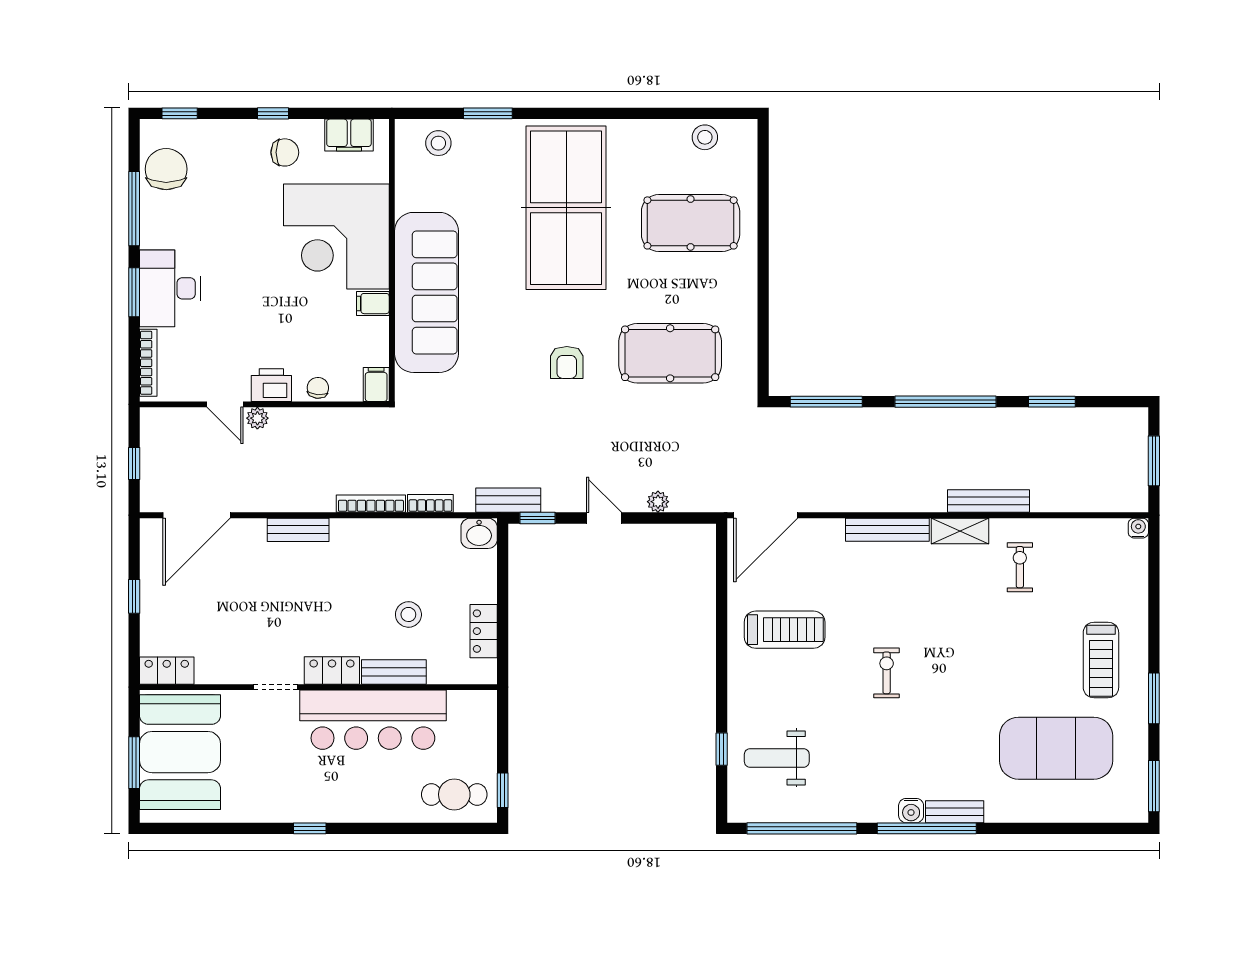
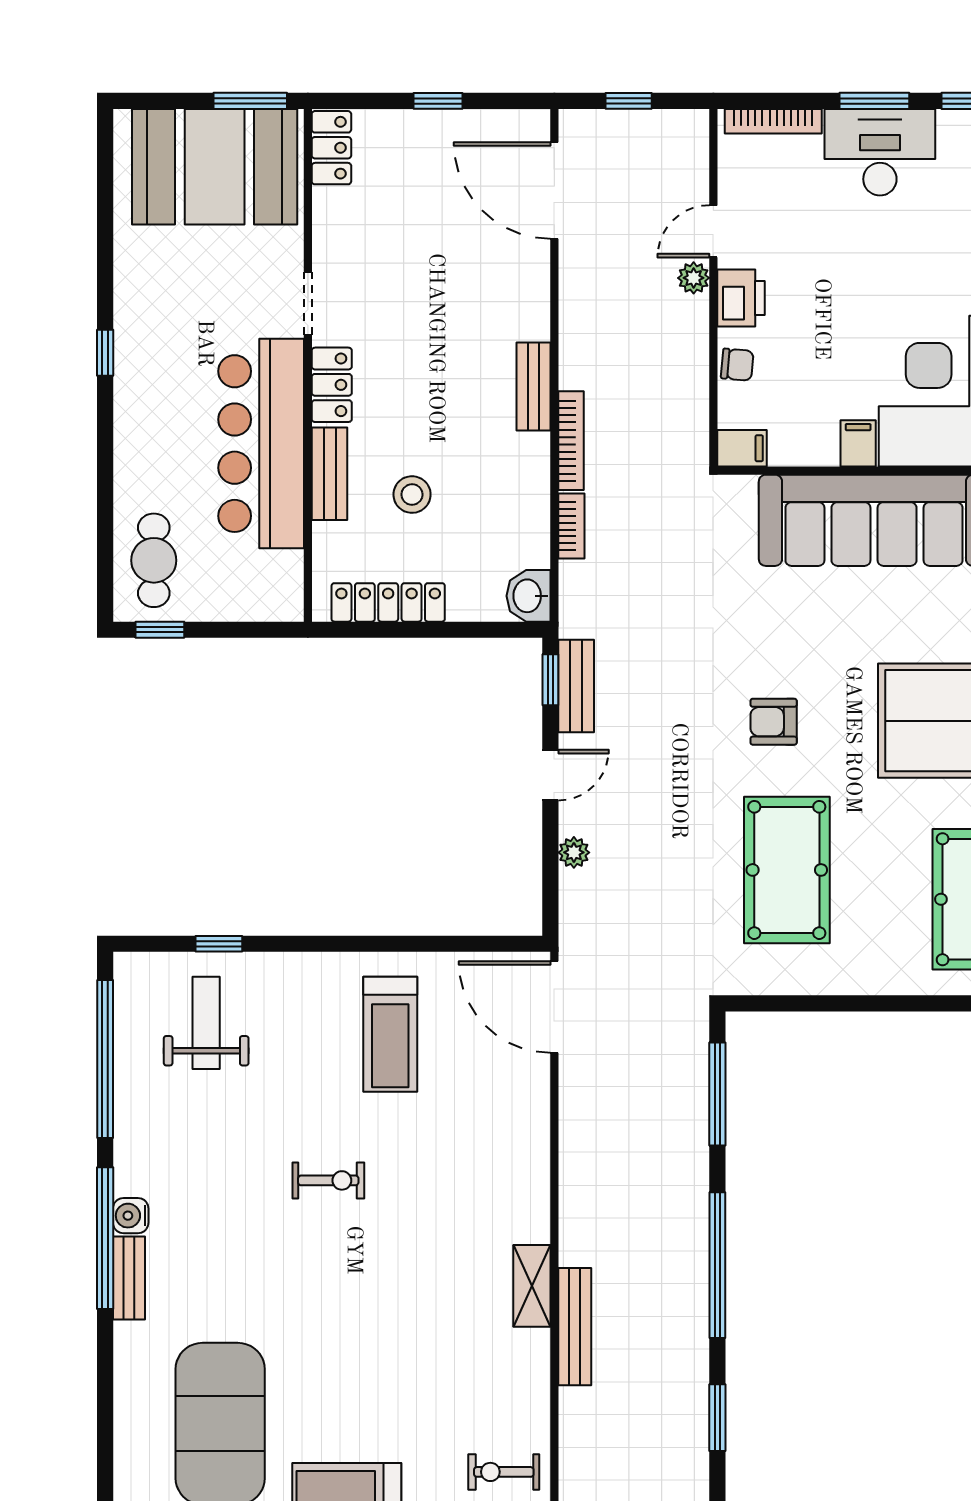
bench: (508, 500) -> (576, 686), moved
bench: (298, 530) -> (534, 387), moved
bench: (887, 530) -> (534, 1182), removed
exercise bike: (1020, 567) -> (504, 1472), moved, turned 180
locker: (484, 631) -> (388, 602), width x1.53
window: (134, 763) -> (250, 101), moved

